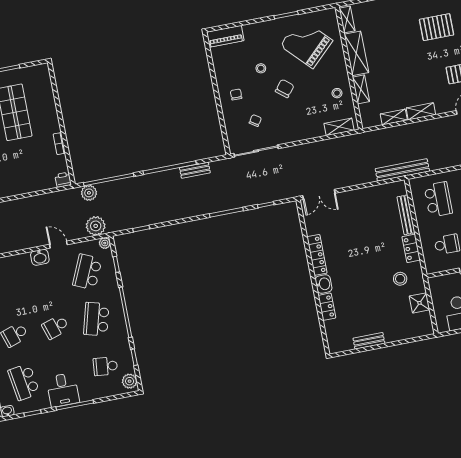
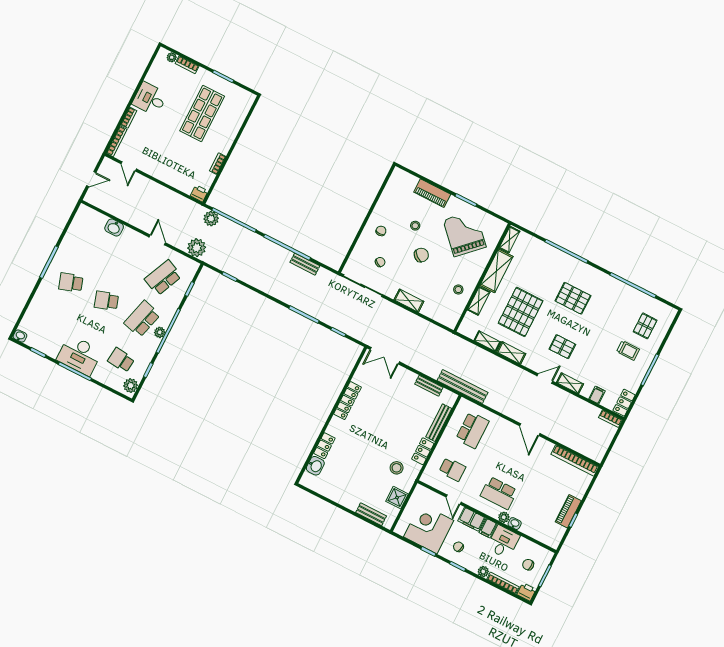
piano: (225, 36) -> (432, 193), moved
pallet: (402, 72) -> (521, 312), added
shelving: (339, 127) -> (409, 301), moved
bench: (374, 191) -> (429, 386), added
plant: (105, 243) -> (160, 332), moved
washbasin: (40, 257) -> (114, 228), moved
washbasin: (324, 284) -> (315, 466), moved
bench: (369, 341) -> (371, 514), moved
school desk: (24, 382) -> (50, 324), removed
desk: (63, 390) -> (79, 355), width x1.37

